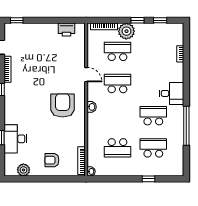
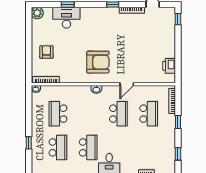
window: (137, 20) -> (178, 122), moved
plant: (126, 31) -> (168, 122), removed
plant: (23, 170) -> (37, 13), moved

